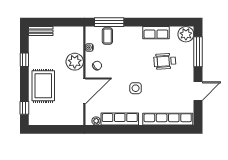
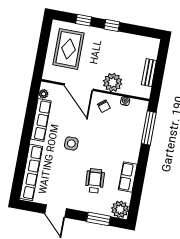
bench: (41, 31) -> (149, 73), moved
coffee table: (107, 36) -> (134, 123), removed
window: (198, 52) -> (98, 219), width x0.69
window: (24, 60) -> (112, 25), moved
rug: (43, 86) -> (69, 49), moved, turned 90
window: (24, 108) -> (84, 20), moved

